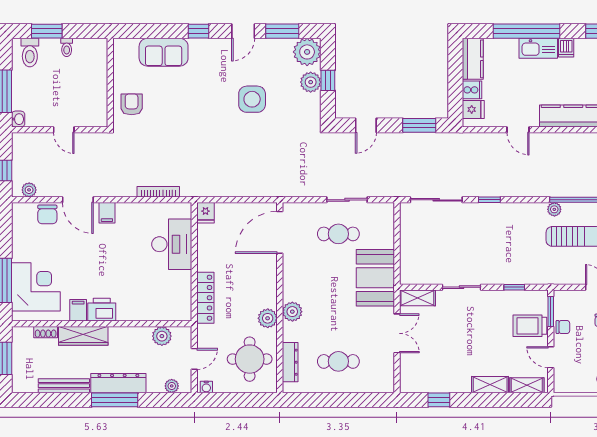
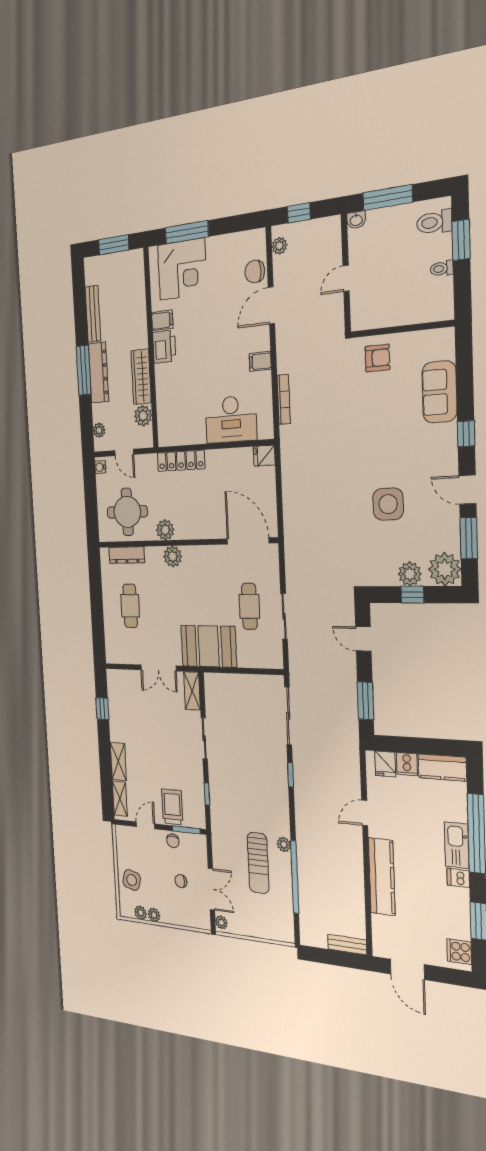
filing cabinet: (107, 213) -> (260, 361), moved
shoe rack: (46, 332) -> (140, 287), removed
wardrobe: (83, 336) -> (141, 377), moved

